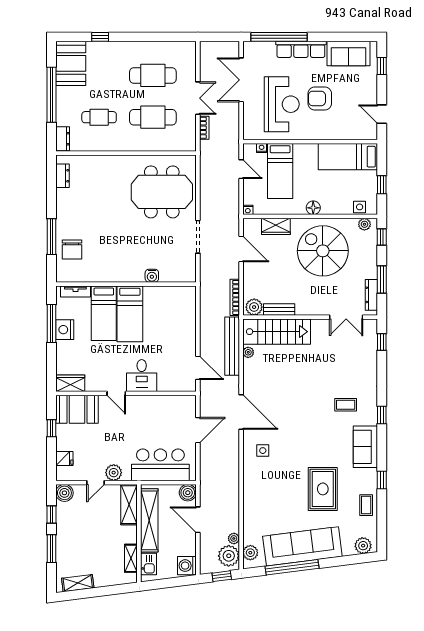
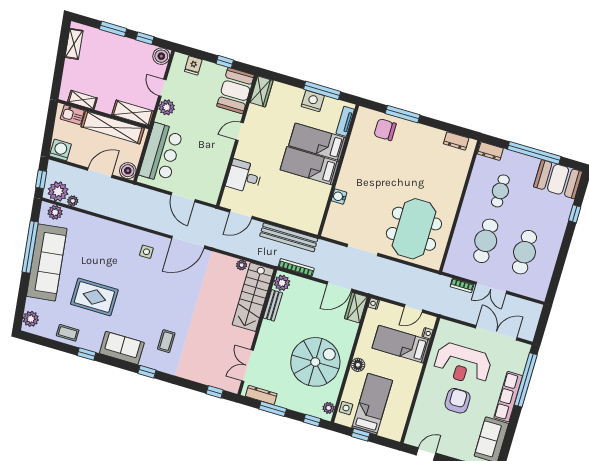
bed: (348, 157) -> (372, 404), moved
wardrobe: (276, 226) -> (356, 308), moved
bench: (232, 346) -> (289, 237), moved
desk: (142, 376) -> (244, 177), moved

